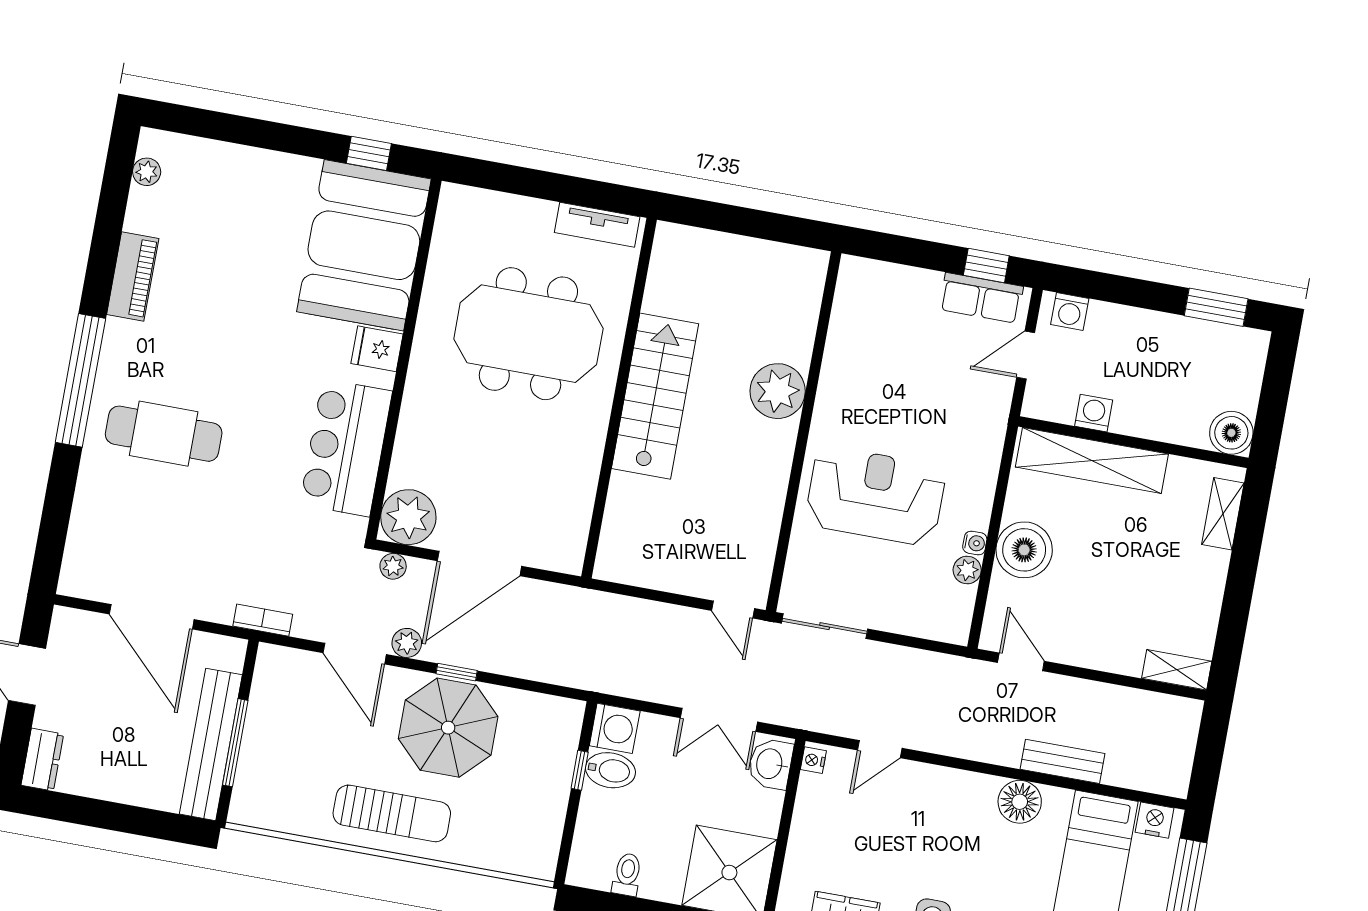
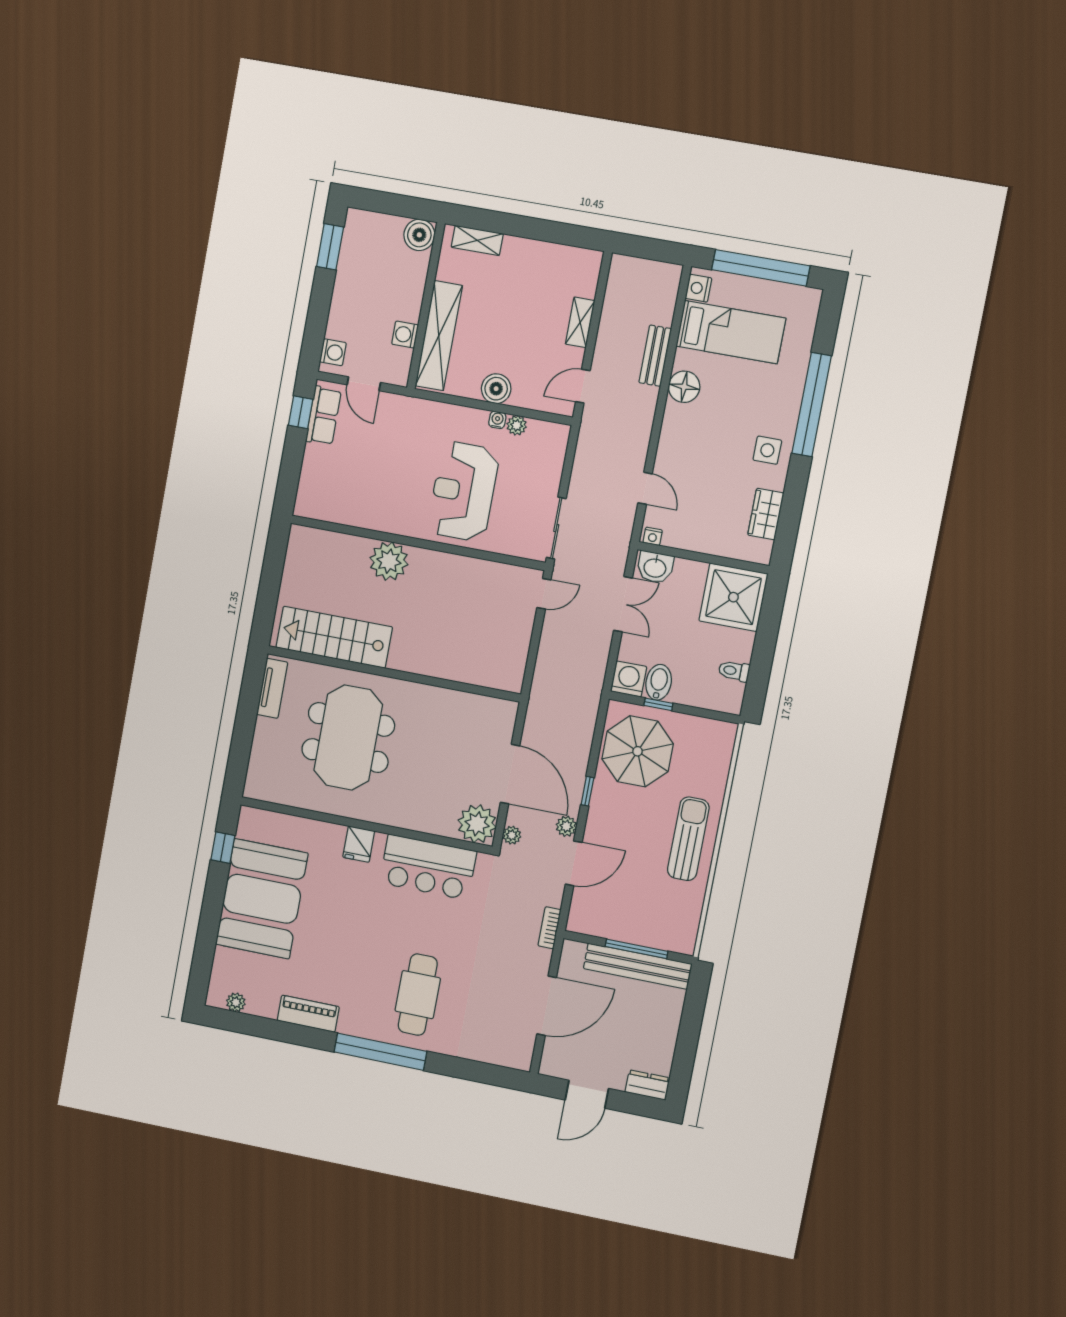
booth: (364, 245) -> (262, 899), moved, turned 90
stairs: (655, 396) -> (334, 637), moved
boiler: (1024, 550) -> (496, 389), width x0.73, depth x0.73
shelving: (1177, 670) -> (580, 322), moved
parasol: (448, 728) -> (638, 751), moved

